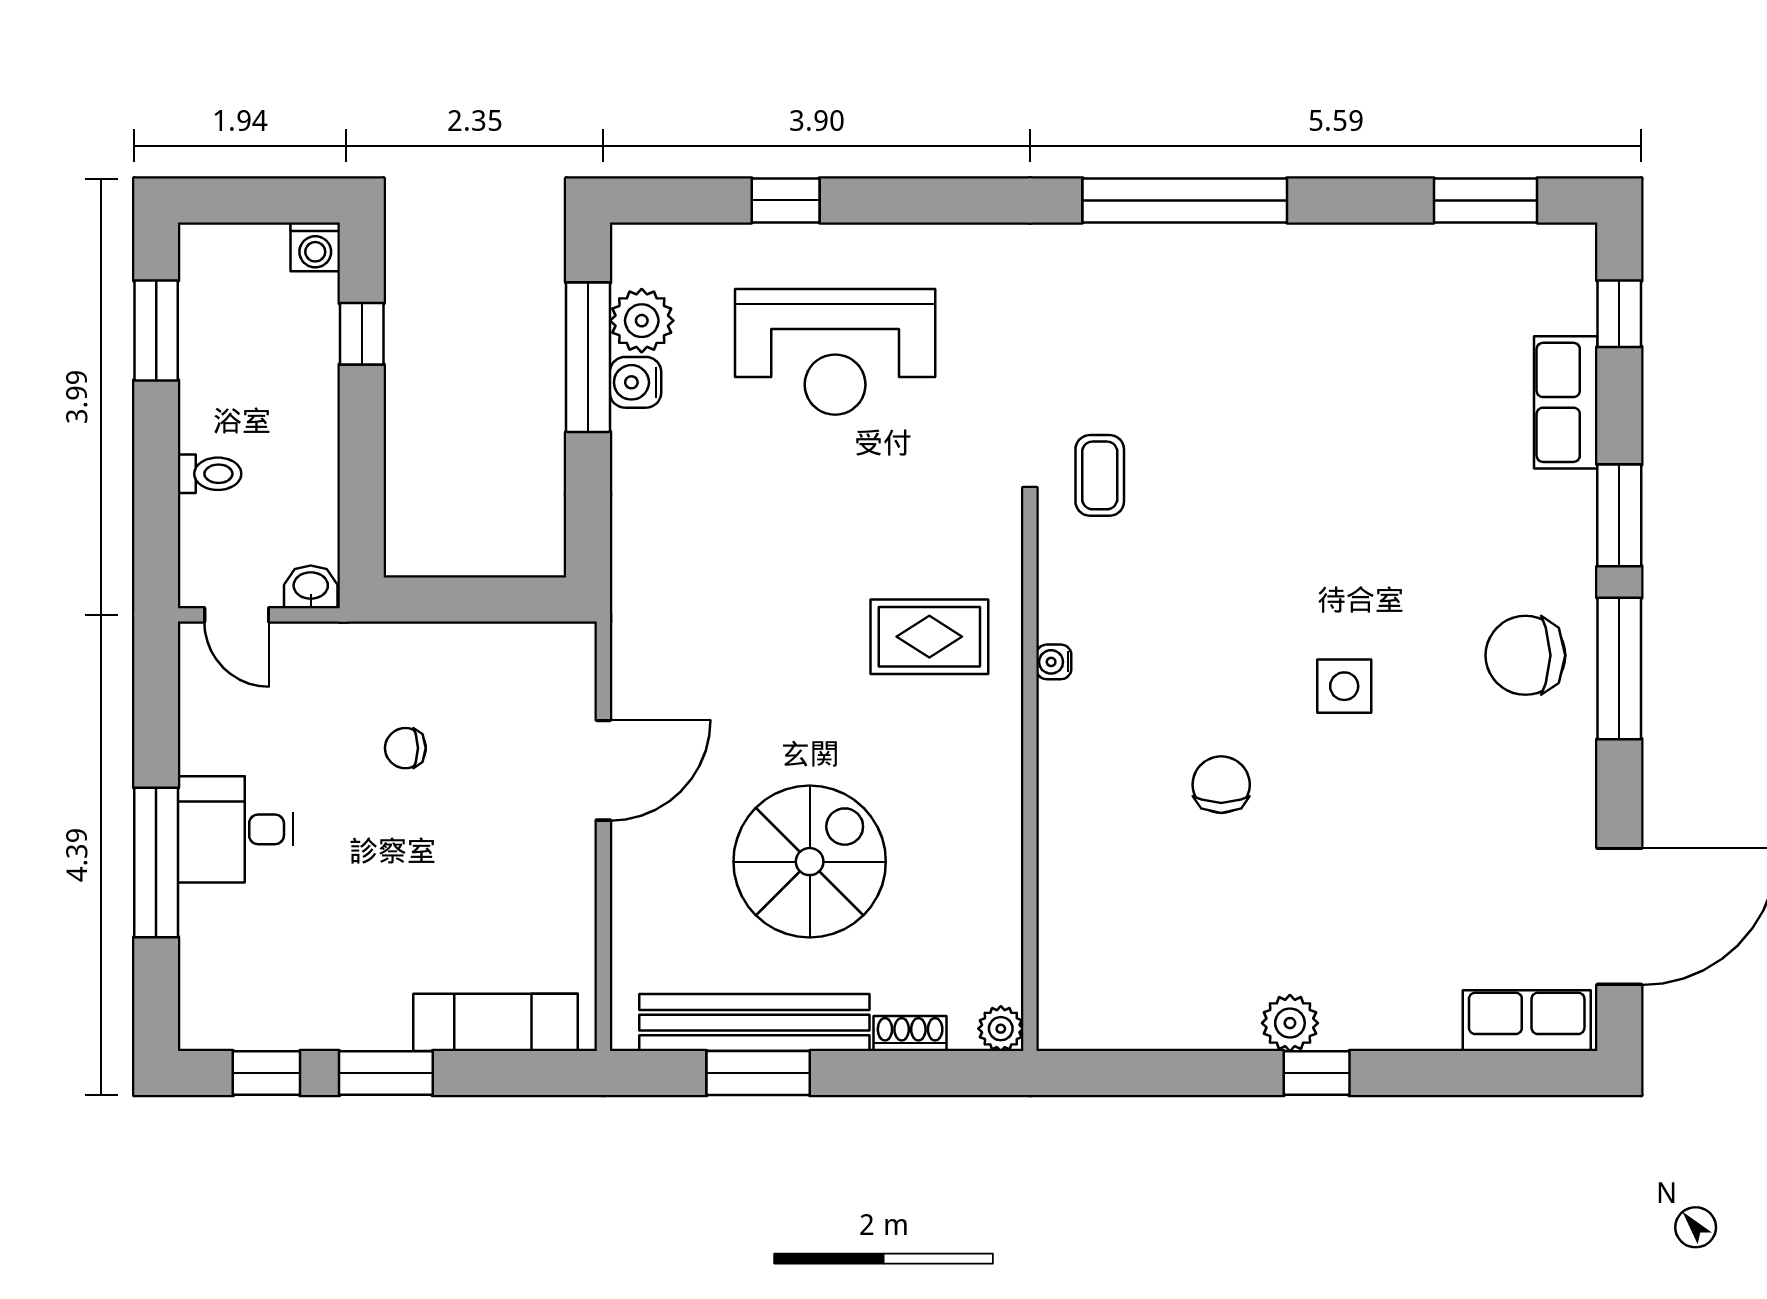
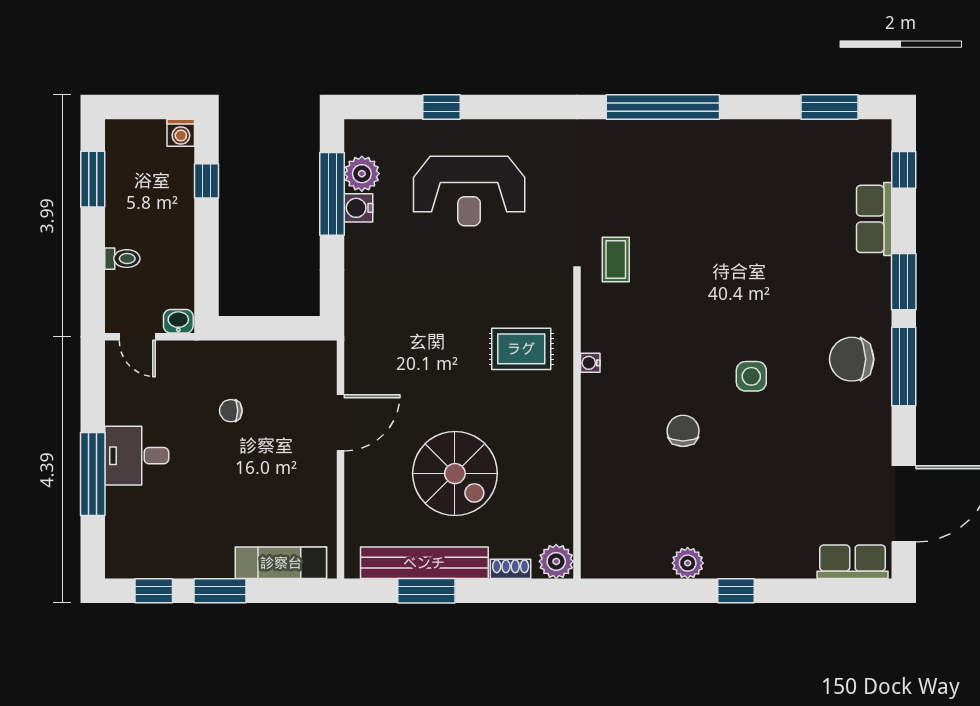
spiral stairs: (810, 862) -> (455, 474), turned 90
plant: (1290, 1023) -> (688, 563), moved
plant: (1001, 1029) -> (556, 561), width x1.38, depth x1.38

